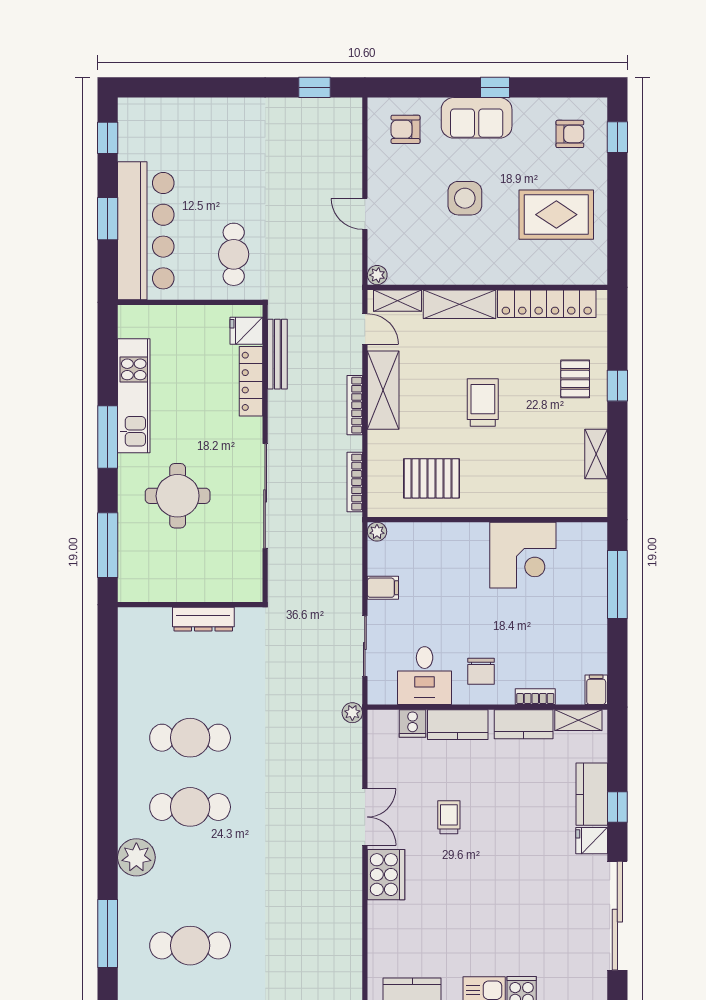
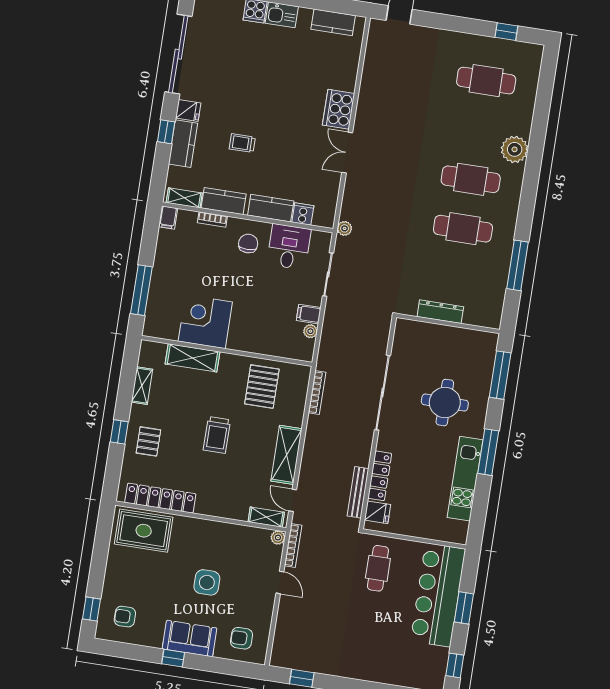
armchair: (406, 129) -> (241, 638), turned 180
rug: (556, 215) -> (144, 531), moved
shelving: (460, 304) -> (192, 358), moved
bookcase: (355, 405) -> (293, 545), moved
pallet: (432, 478) -> (262, 387), turned 90
plant: (377, 532) -> (310, 331), moved
trolley: (449, 817) -> (242, 143), moved, turned 90
window: (108, 934) -> (517, 265), moved

